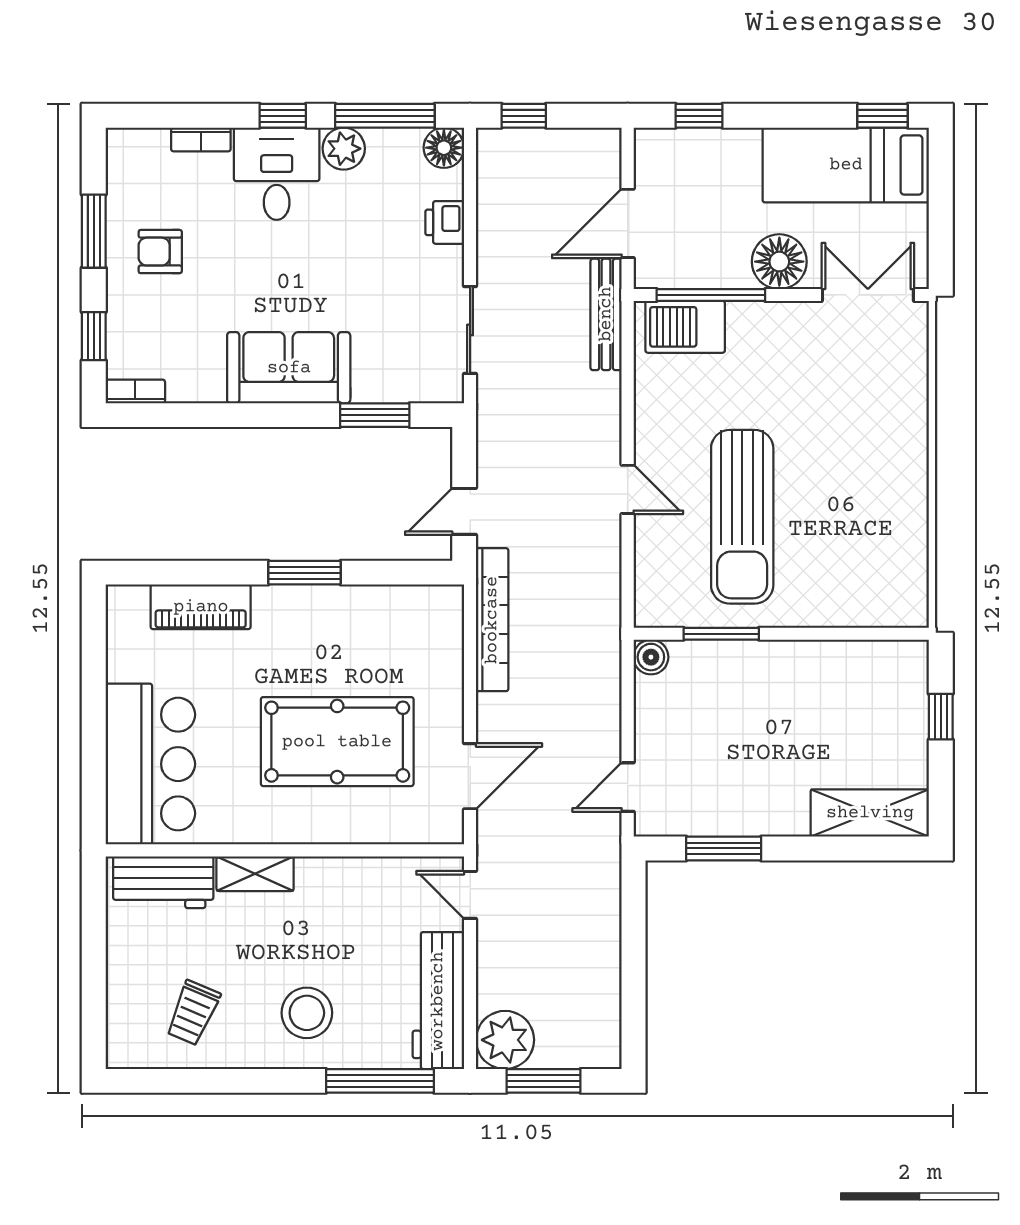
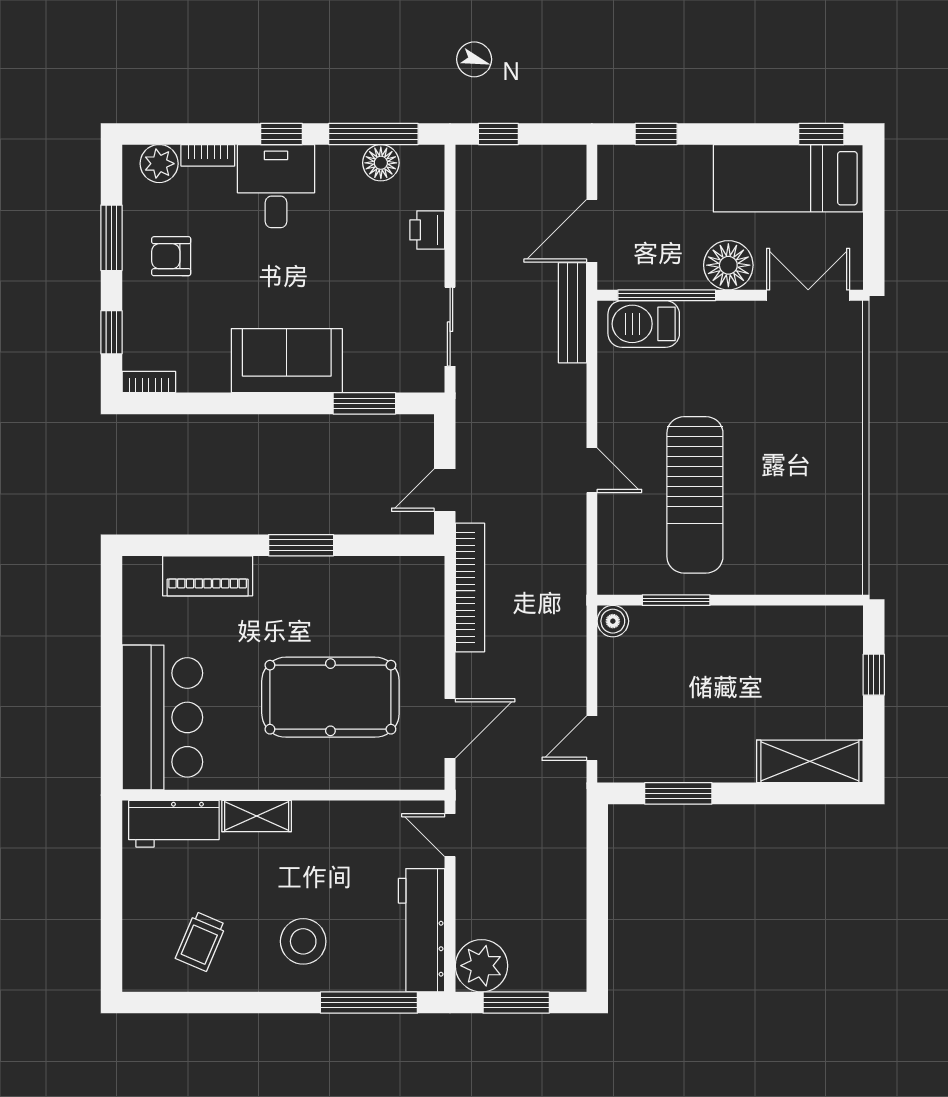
floor lamp: (444, 148) -> (381, 163), moved
plant: (344, 149) -> (159, 164), moved

